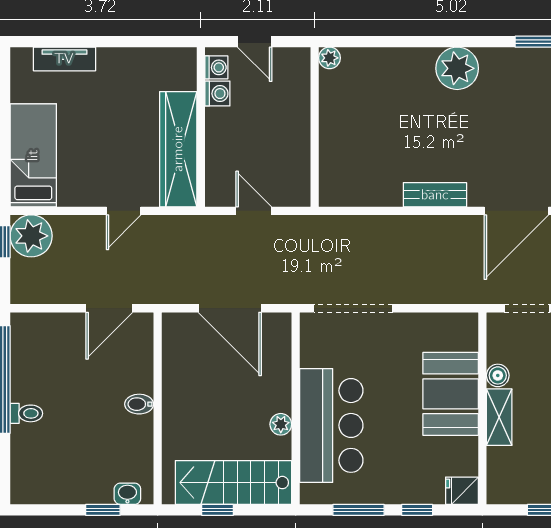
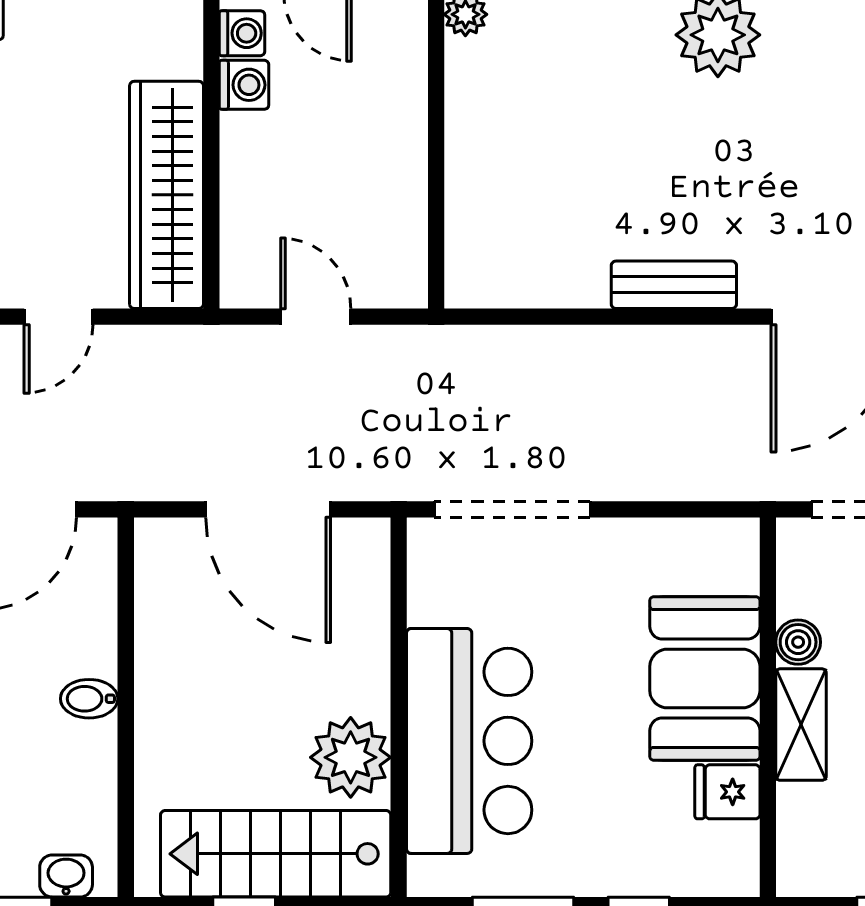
plant: (281, 424) -> (351, 757), width x1.88, depth x1.88
fridge: (462, 491) -> (727, 792), moved

